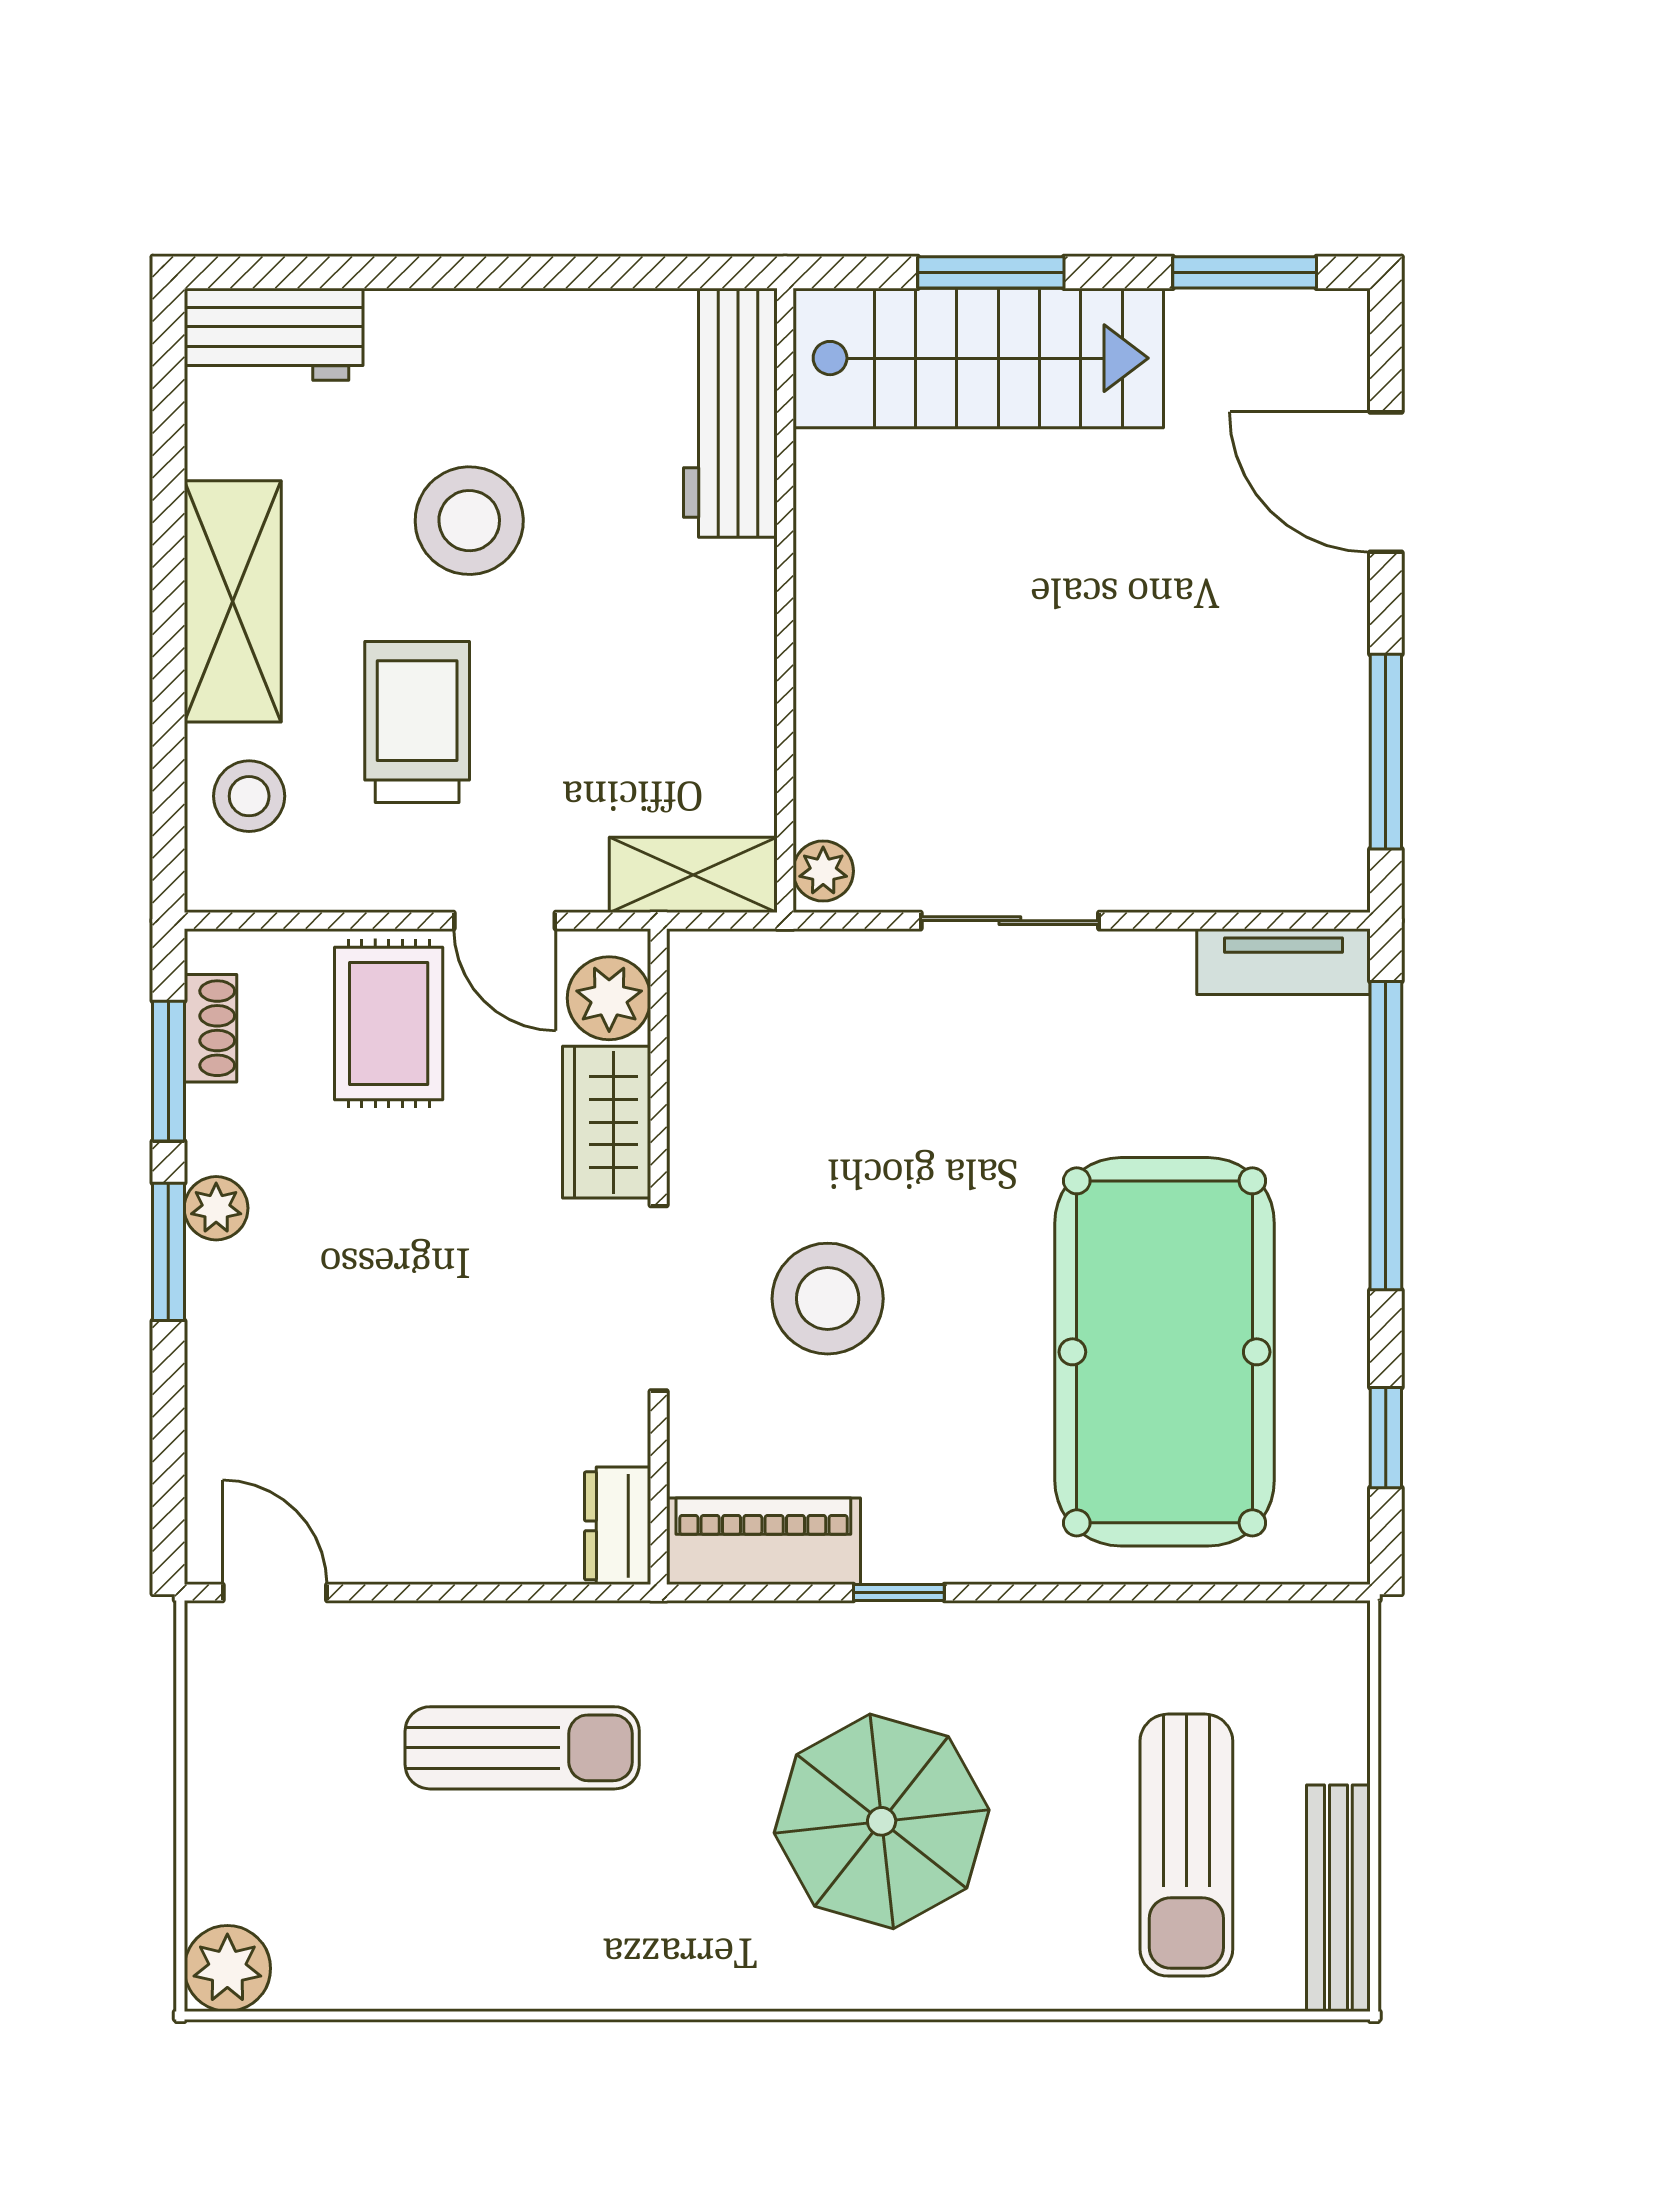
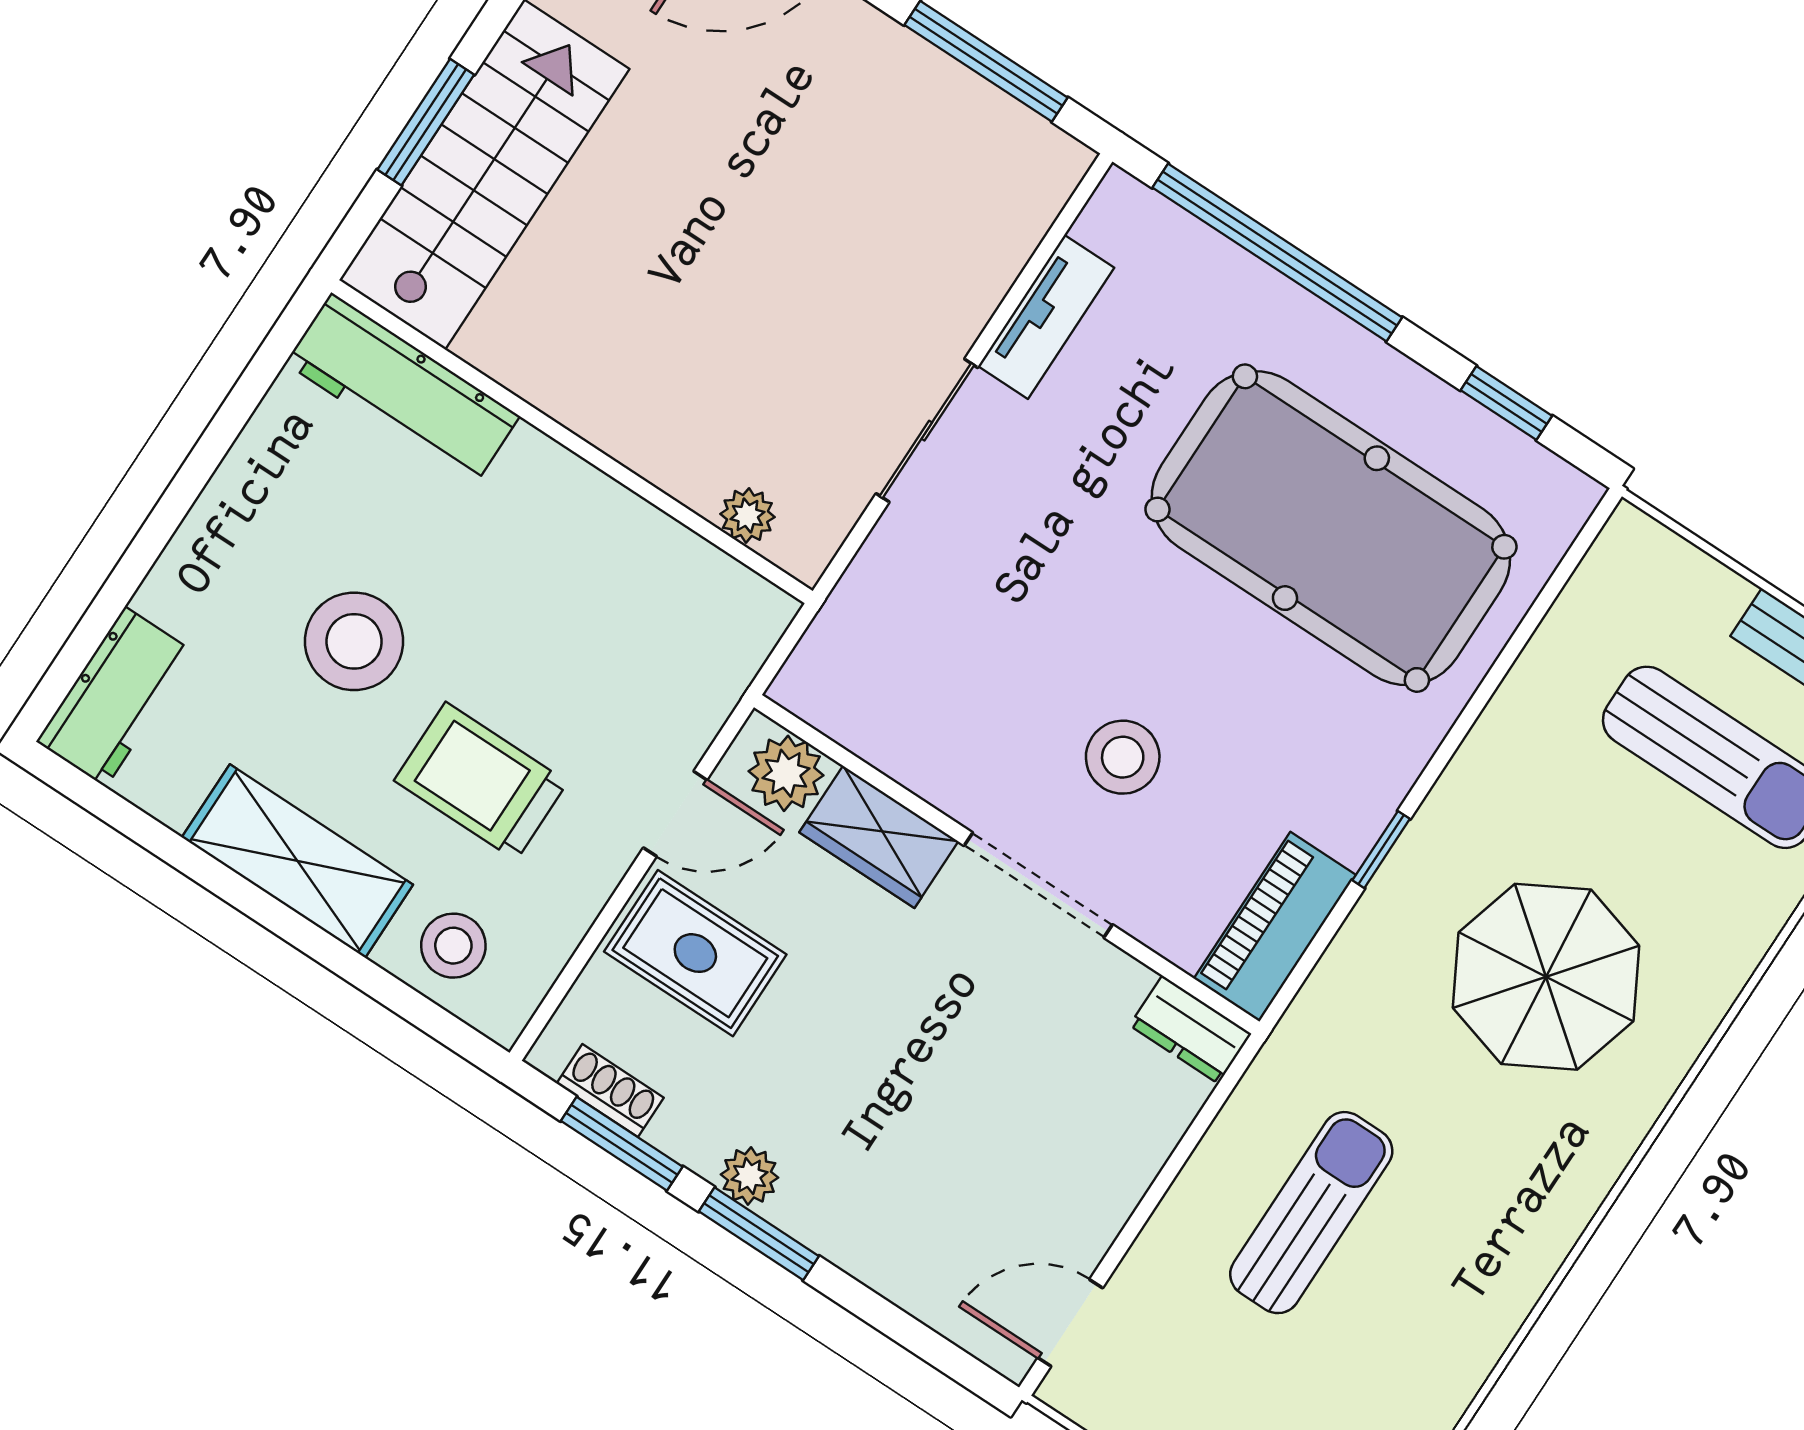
plant: (823, 871) -> (747, 515), moved
shelving: (693, 875) -> (734, 648), removed
tv unit: (1283, 962) -> (1046, 317), moved
stool: (828, 1299) -> (1123, 757), width x0.73, depth x0.73

